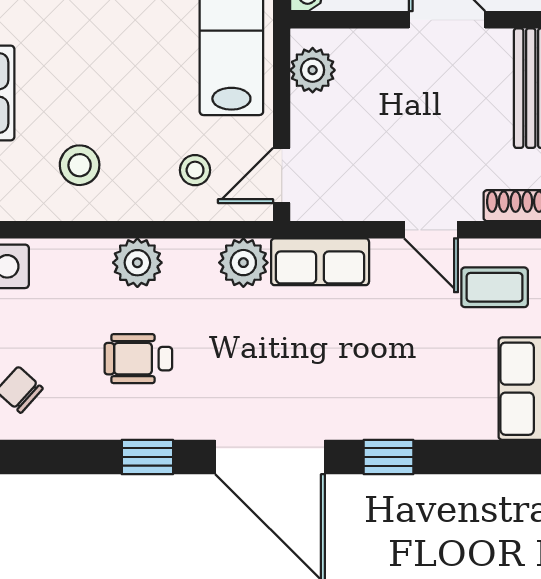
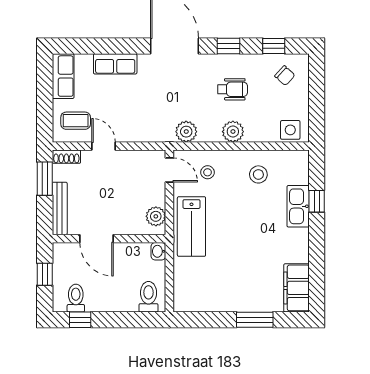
door: (282, 175) -> (169, 170), hinge flipped
row of seats: (320, 262) -> (115, 64), moved, turned 180
window: (389, 457) -> (274, 46), moved

